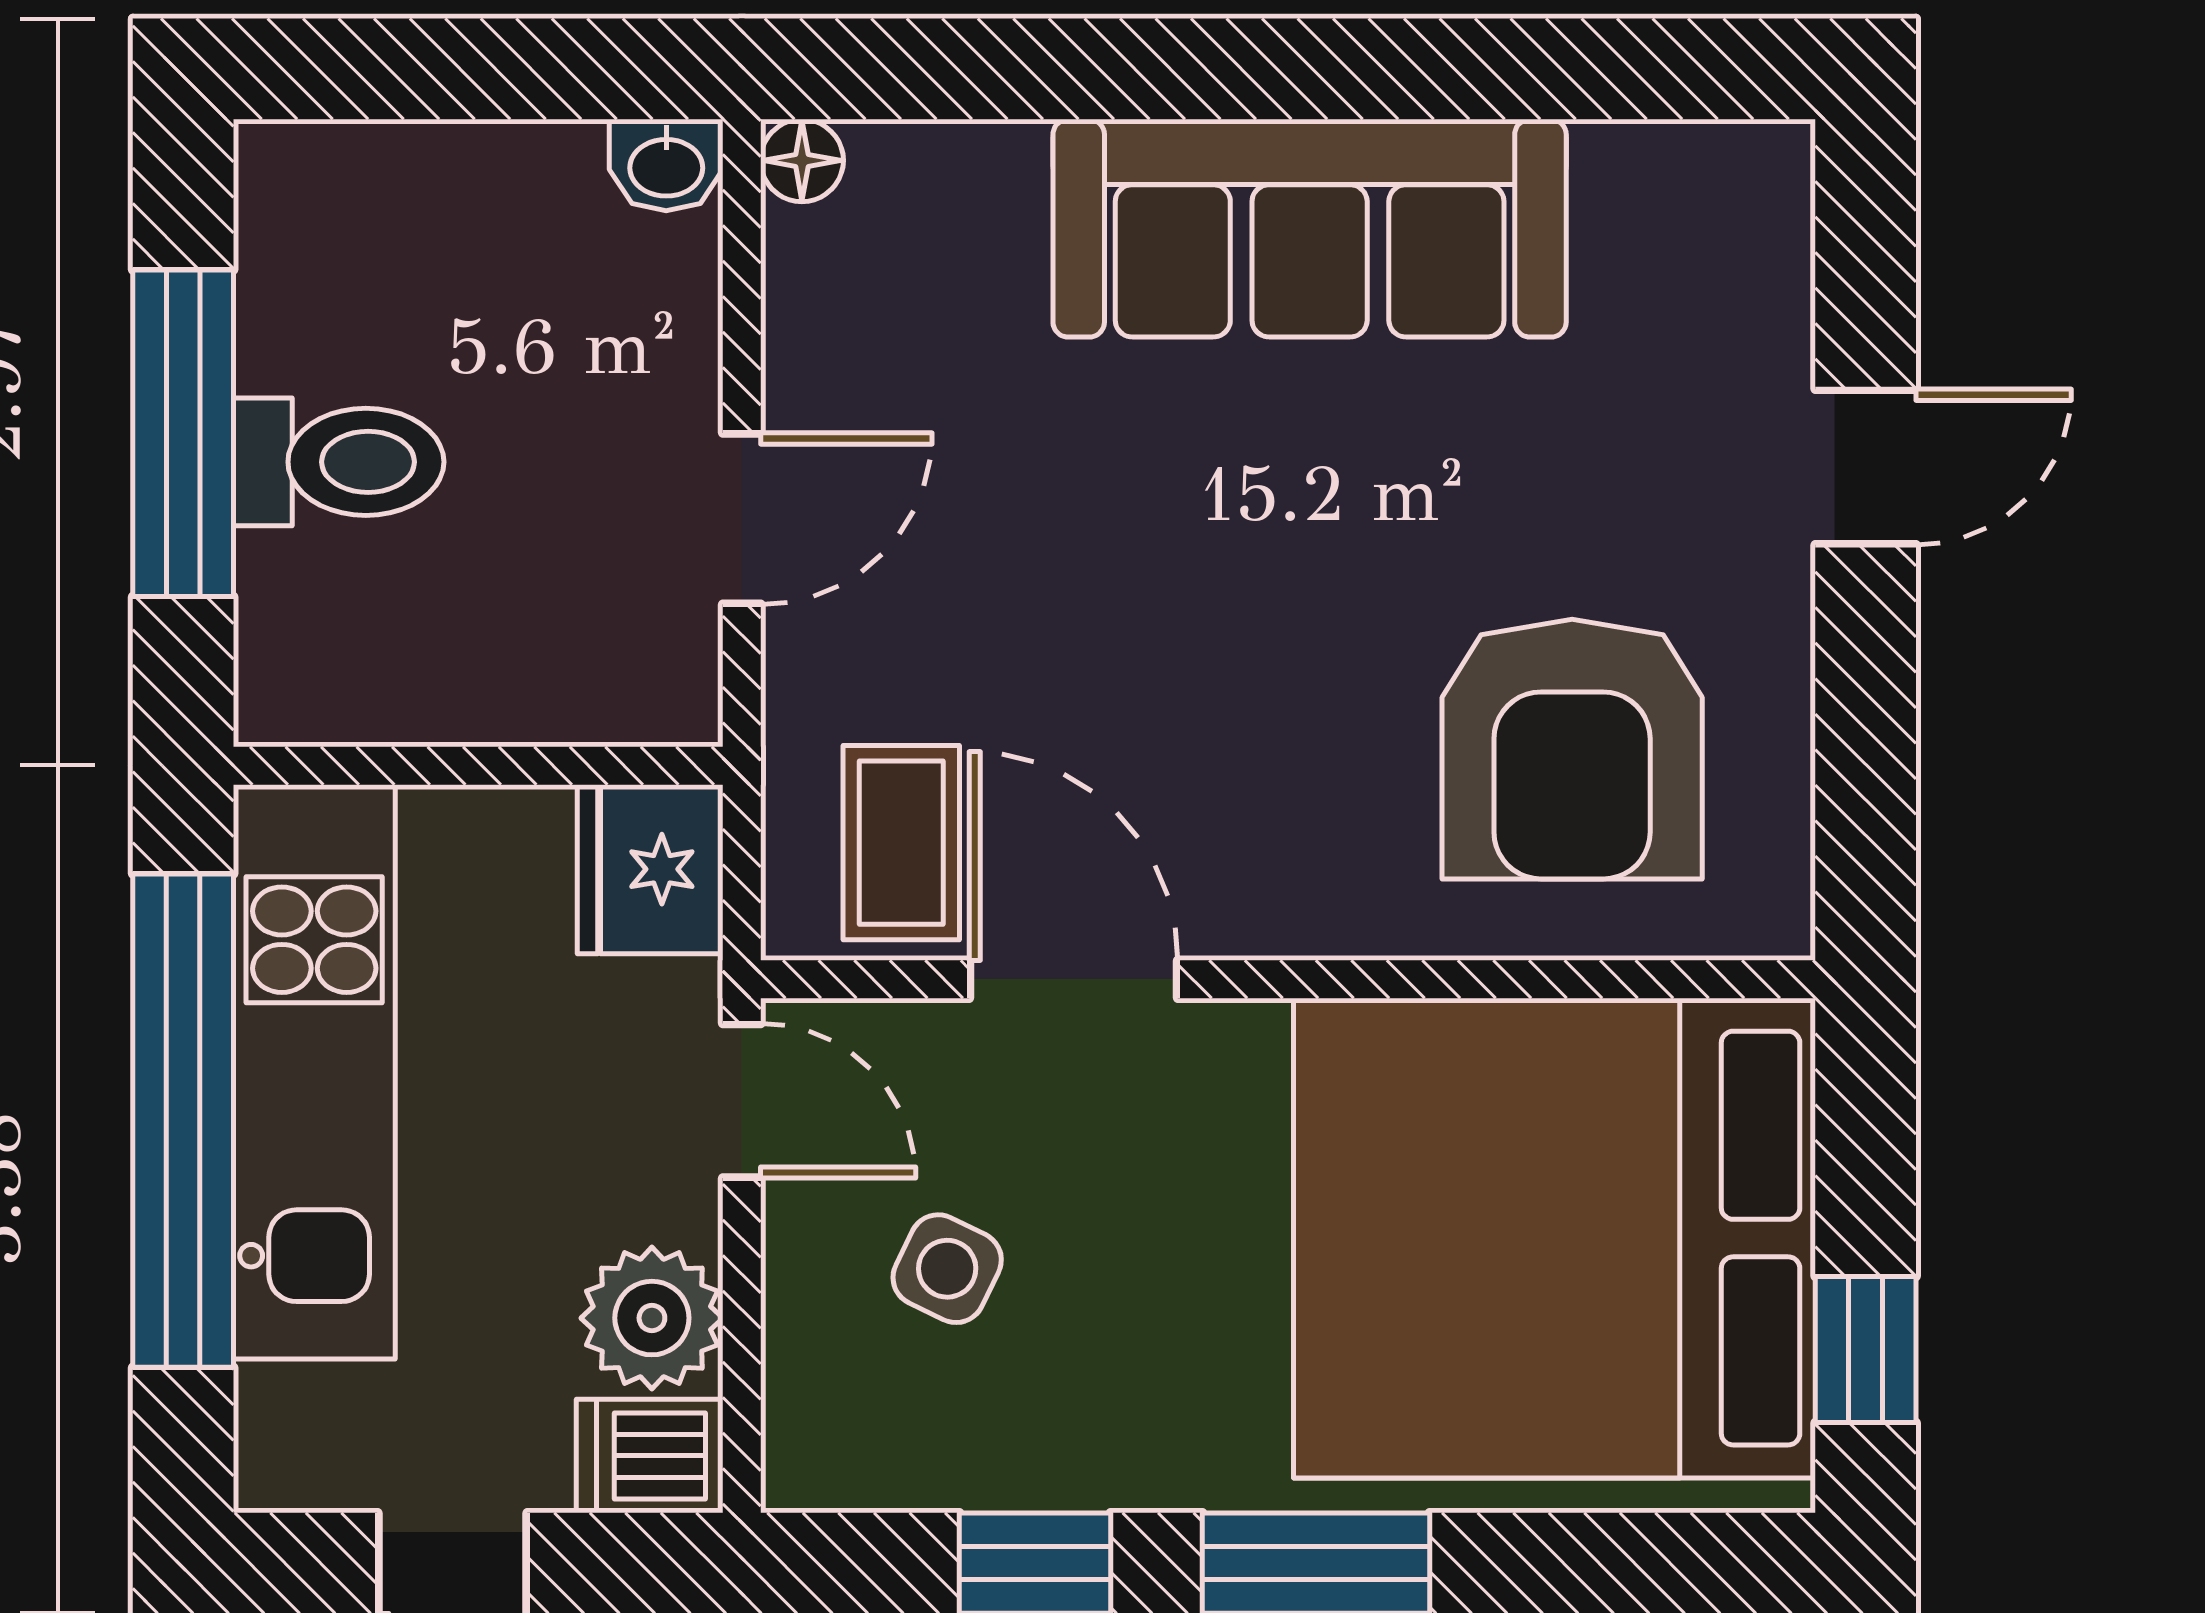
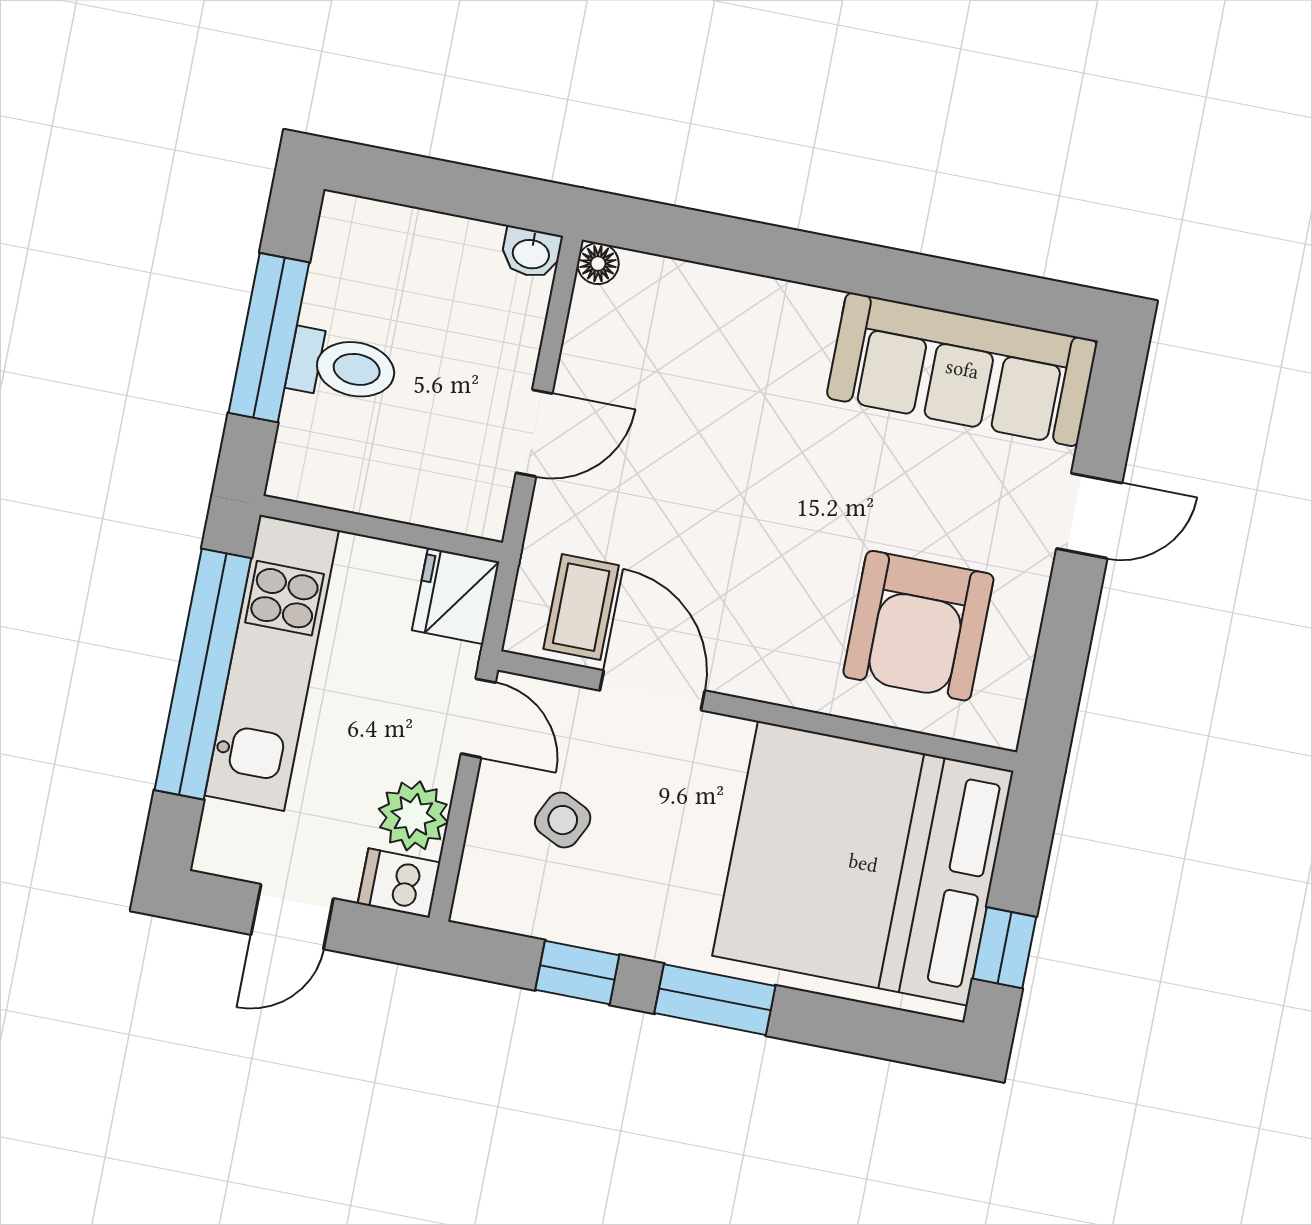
sofa: (1310, 228) -> (962, 369), moved

